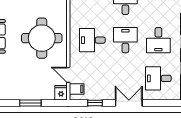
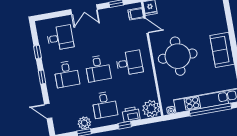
desk: (158, 40) -> (67, 74), turned 180

